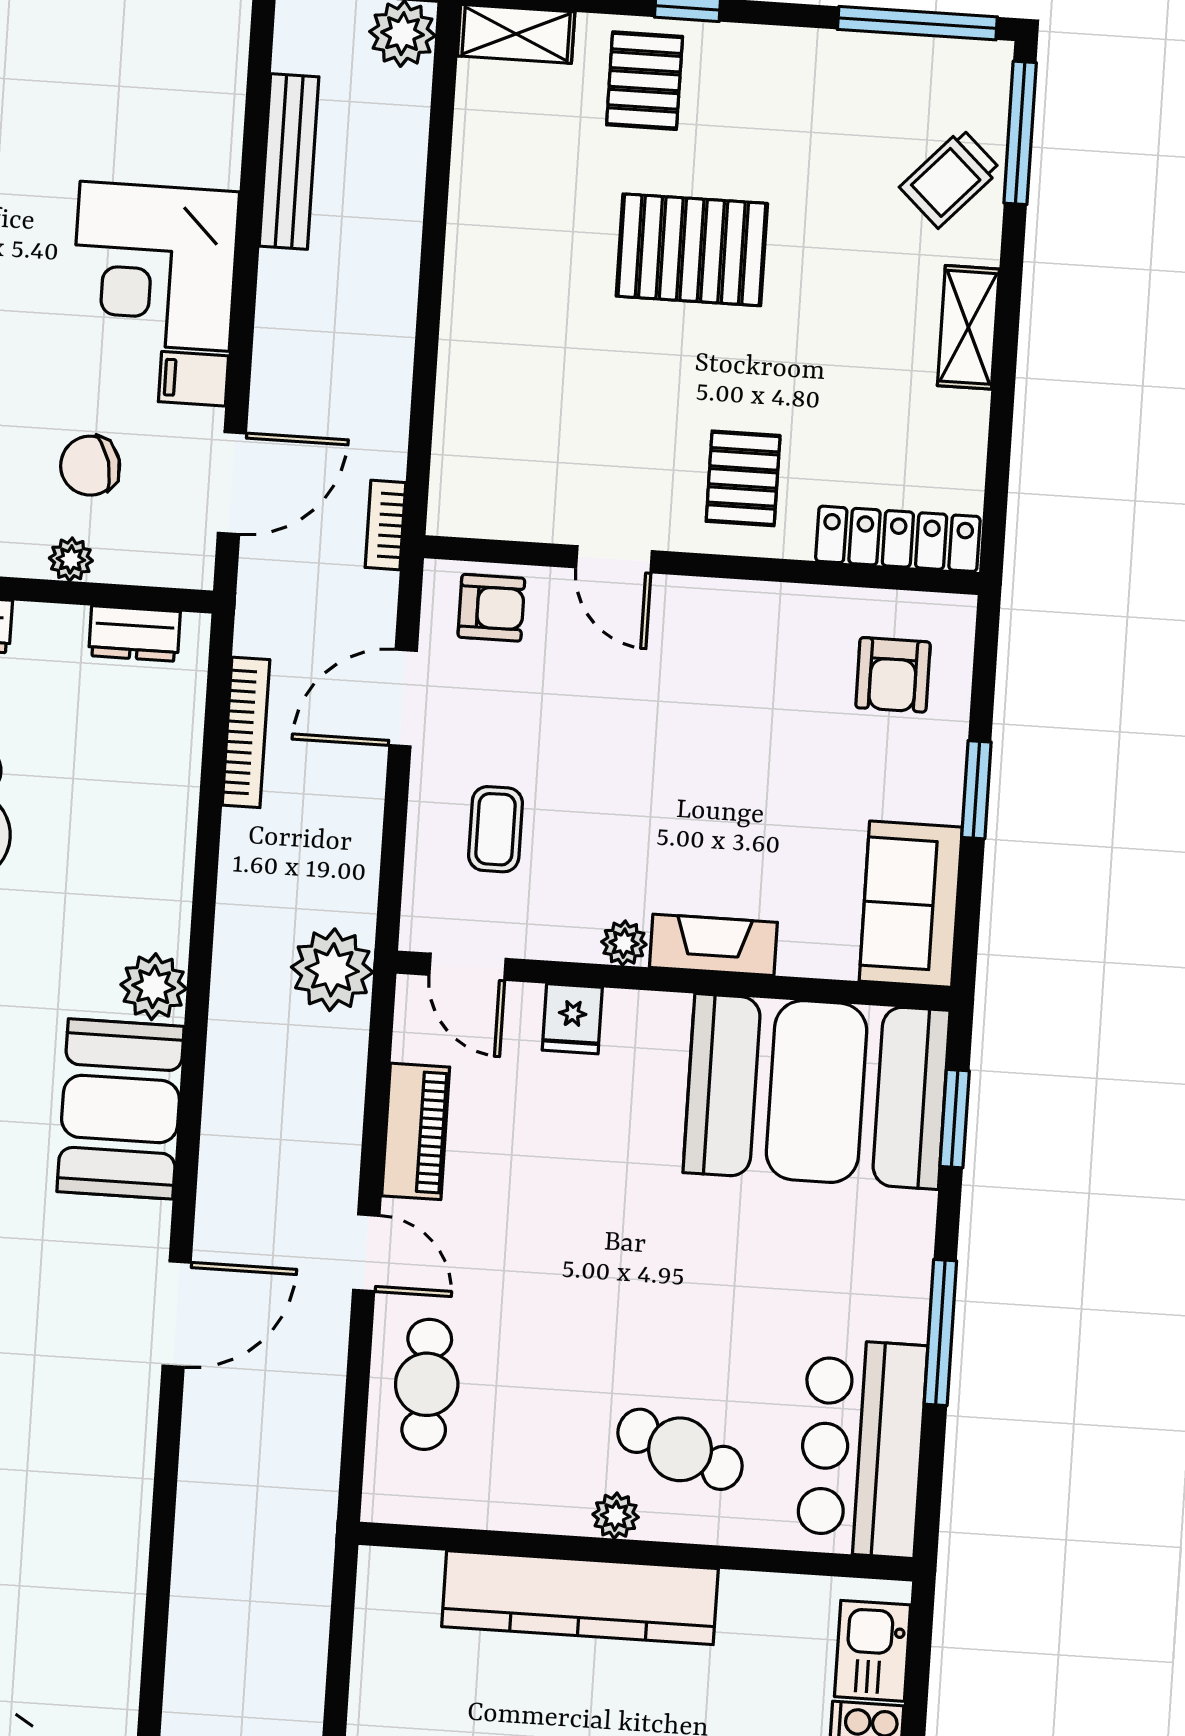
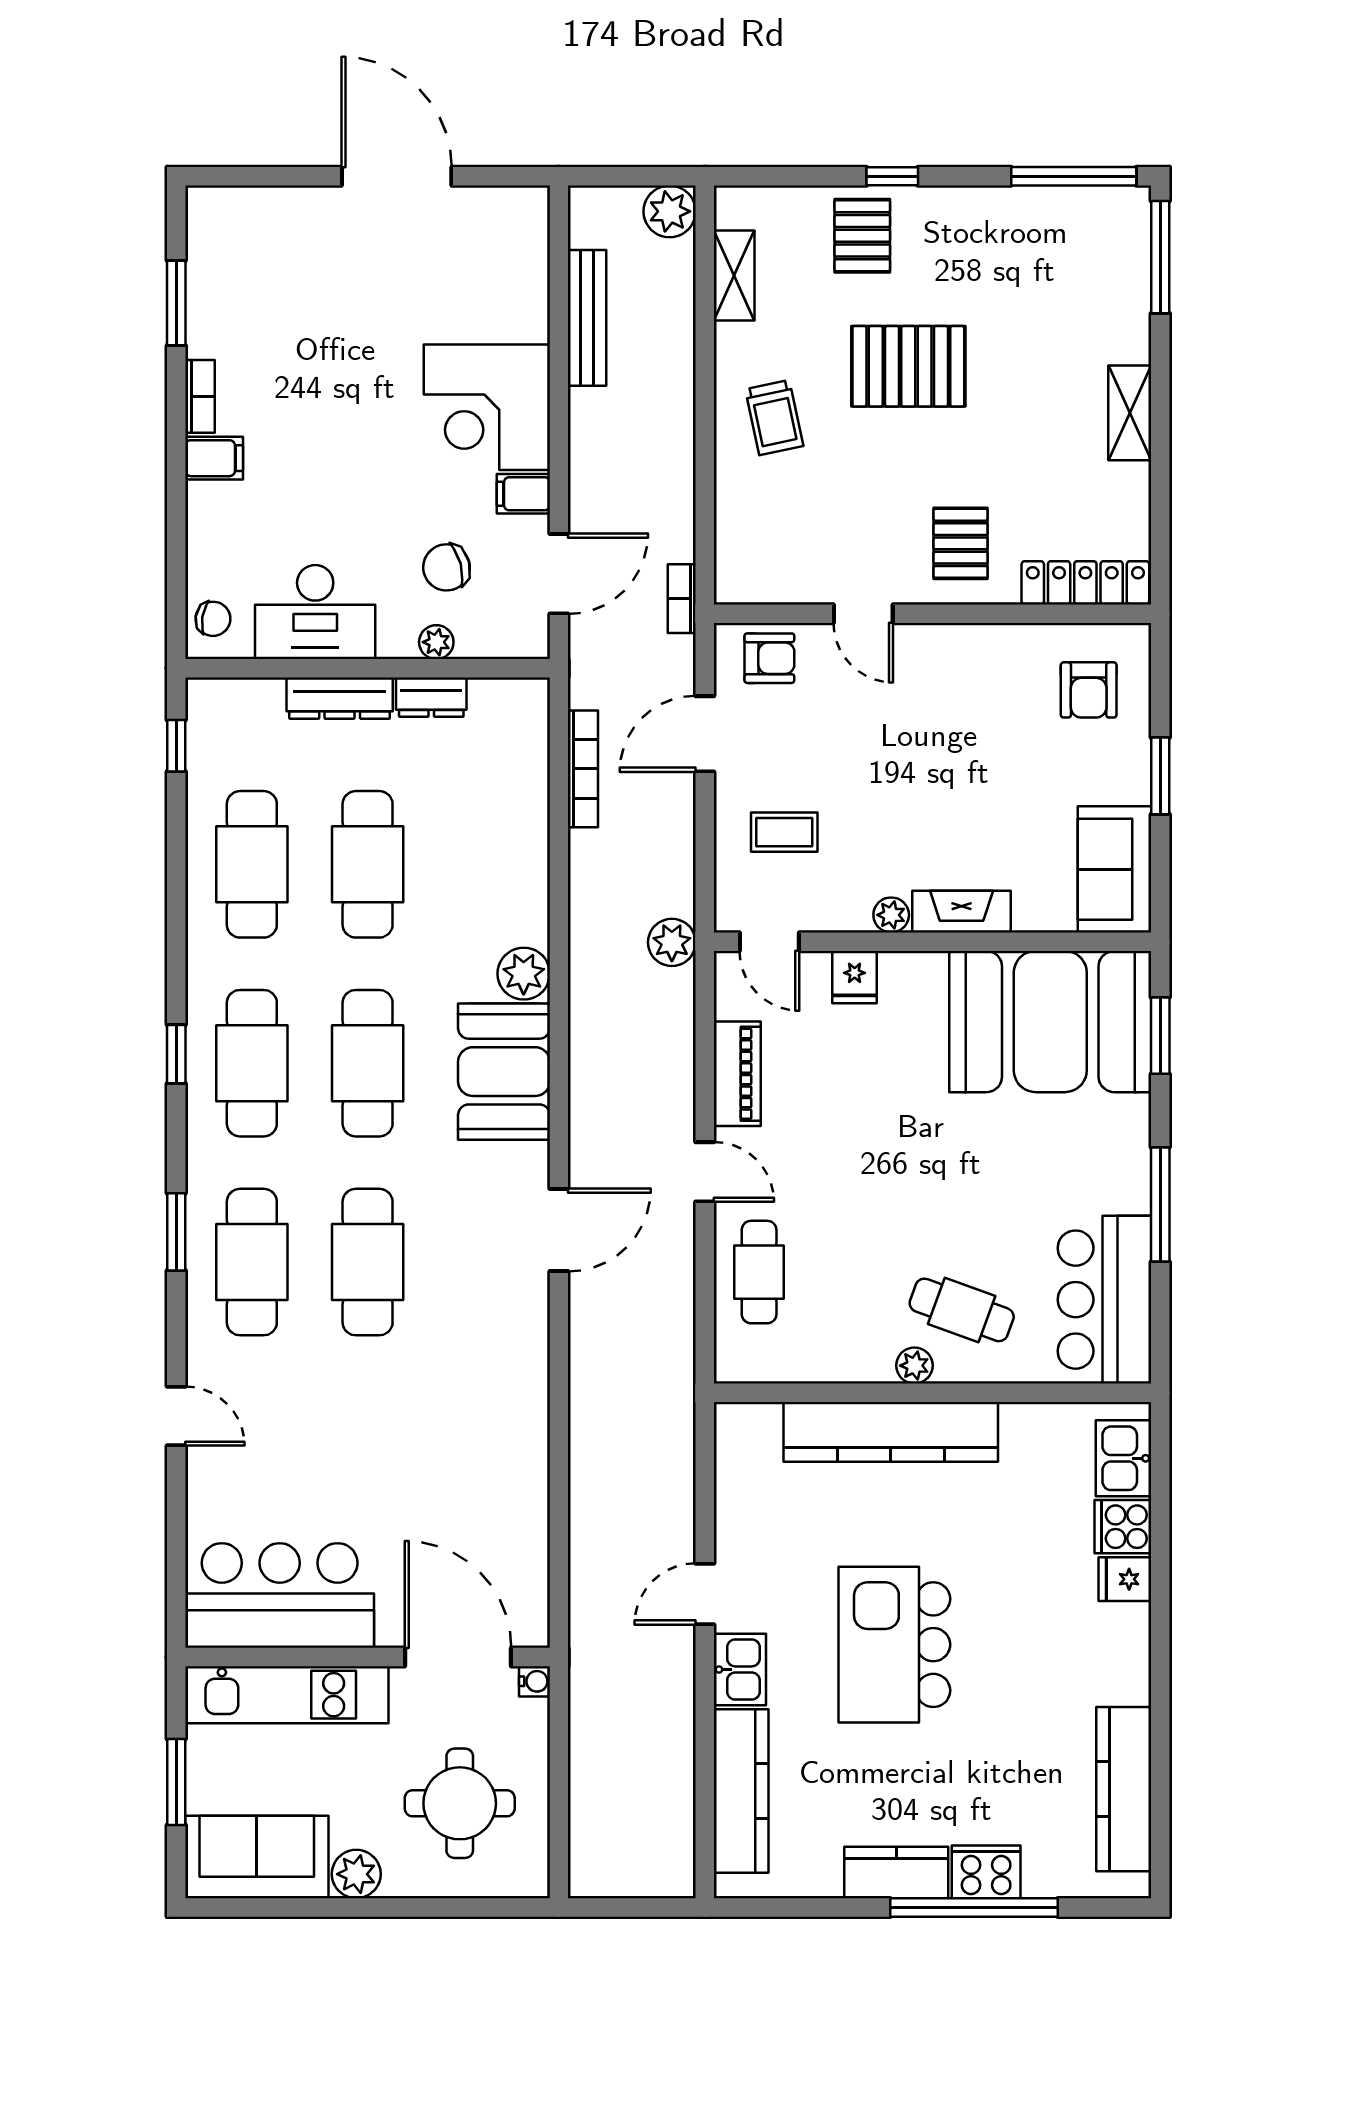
shelving: (516, 34) -> (734, 276), moved, turned 90
trolley: (950, 178) -> (774, 417), moved, turned -55
dresser: (134, 634) -> (431, 697), moved
coffee table: (496, 829) -> (784, 832), turned 90
plant: (332, 970) -> (672, 942), width x0.73, depth x0.73

